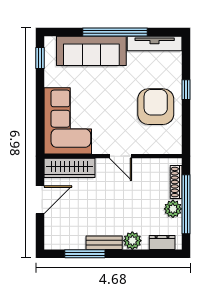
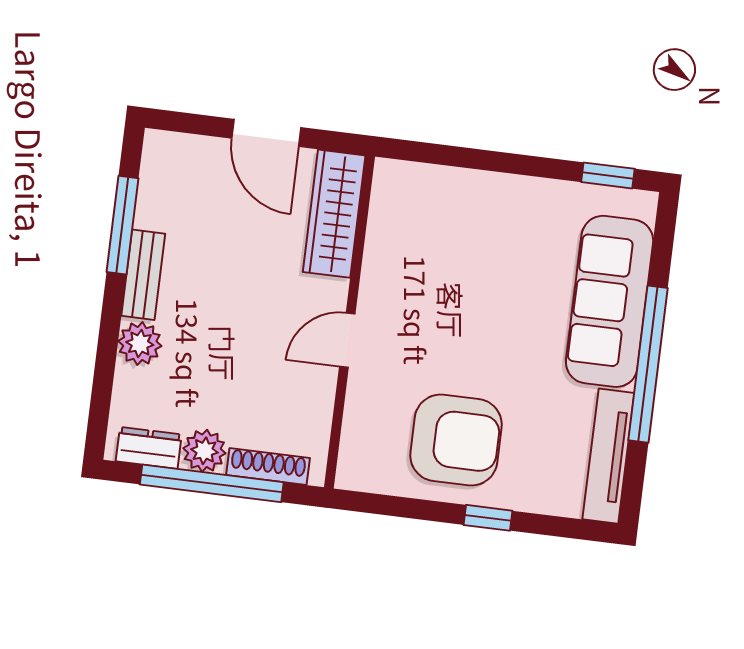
corner sofa: (68, 121) -> (448, 224), removed
dresser: (162, 242) -> (149, 448), moved, turned -90

